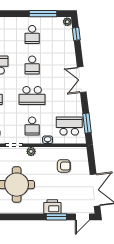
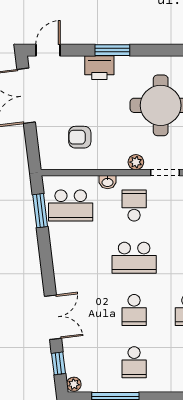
school desk: (32, 35) -> (134, 362), turned 180
school desk: (32, 65) -> (134, 310), turned 180
double door: (82, 80) -> (53, 317), moved
school desk: (32, 96) -> (134, 258), turned 180
window: (56, 217) -> (112, 50), moved

